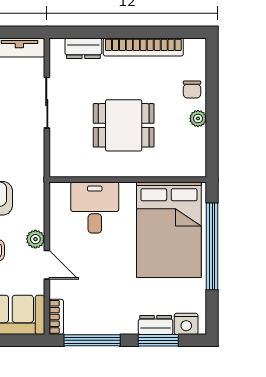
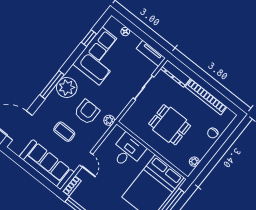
dresser: (83, 48) -> (175, 73), width x1.44
plant: (198, 118) -> (194, 162), moved
plant: (35, 239) -> (109, 120), moved

